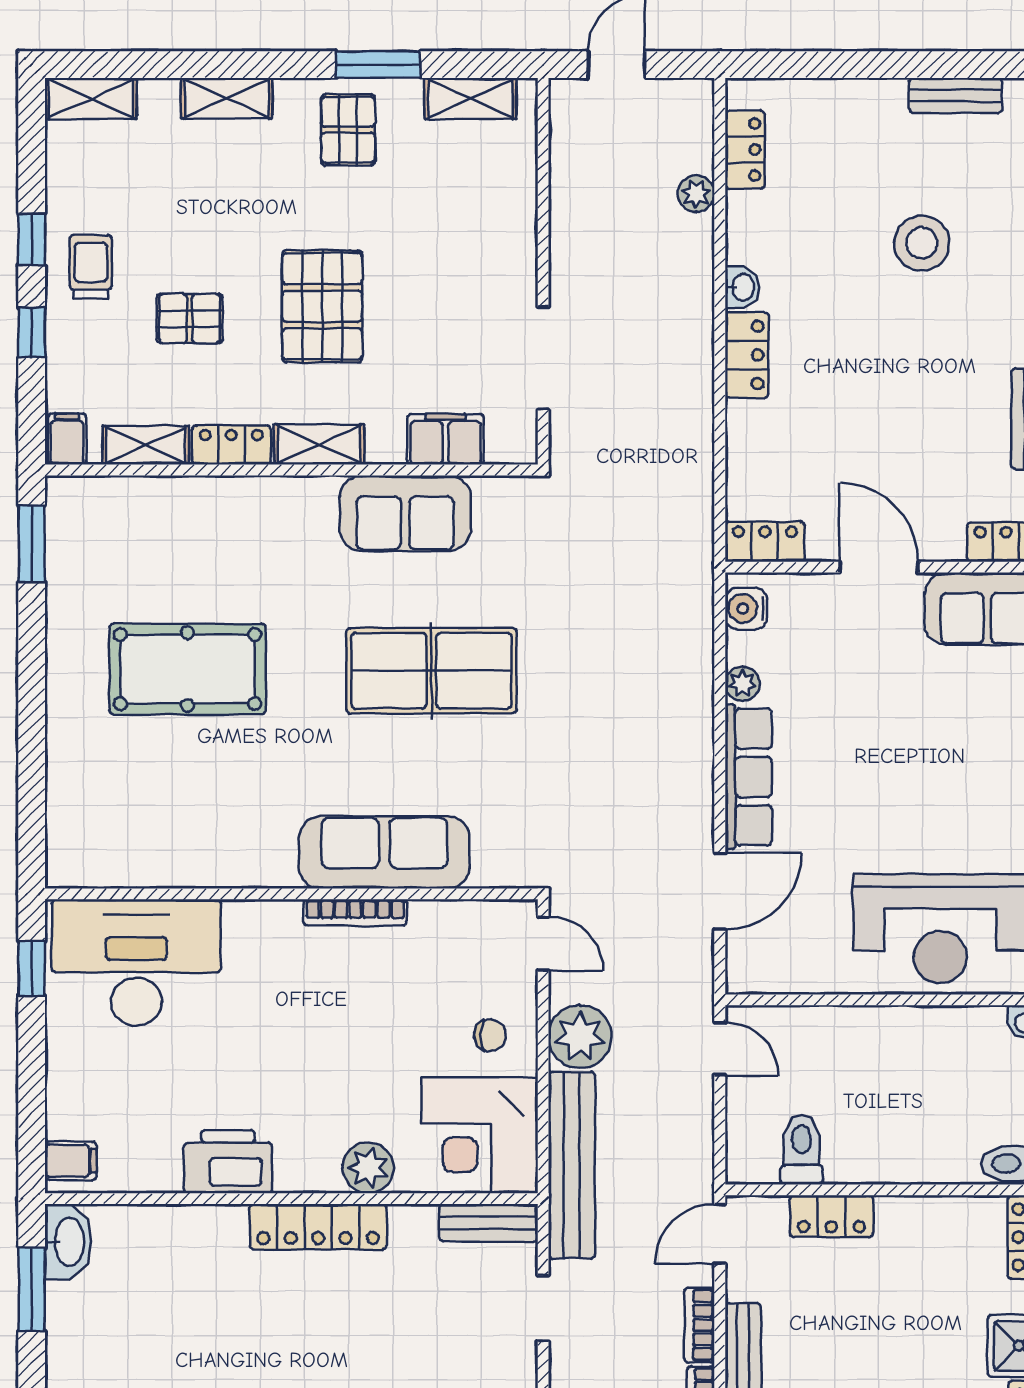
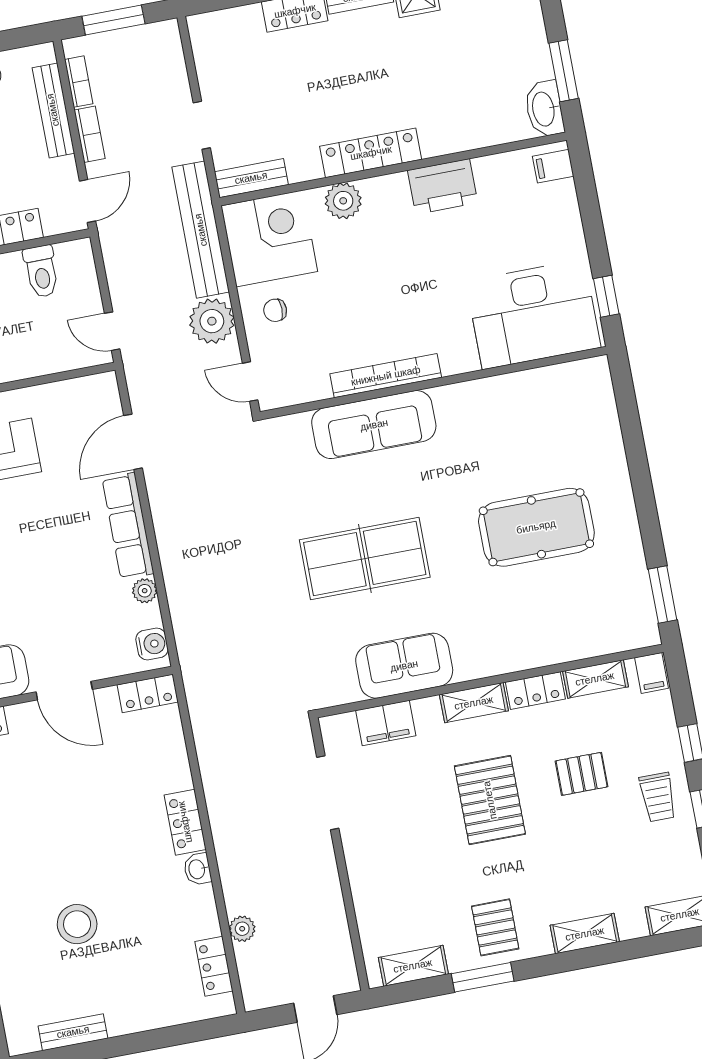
bookcase: (355, 912) -> (386, 376), width x1.48, depth x1.31

